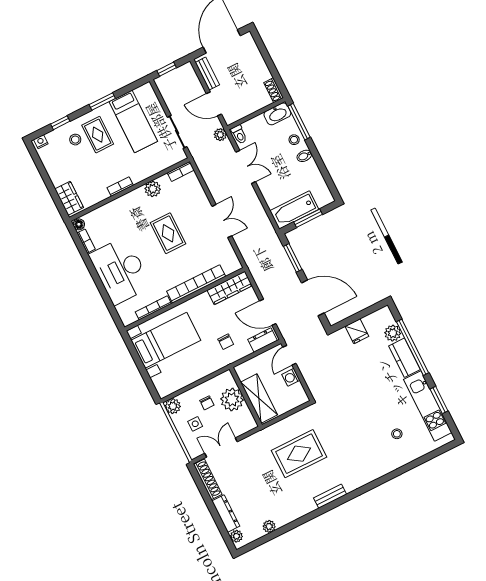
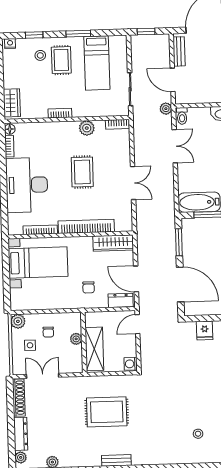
washing machine: (291, 377) -> (131, 364), moved
plant: (232, 399) -> (76, 339), width x0.53, depth x0.53

